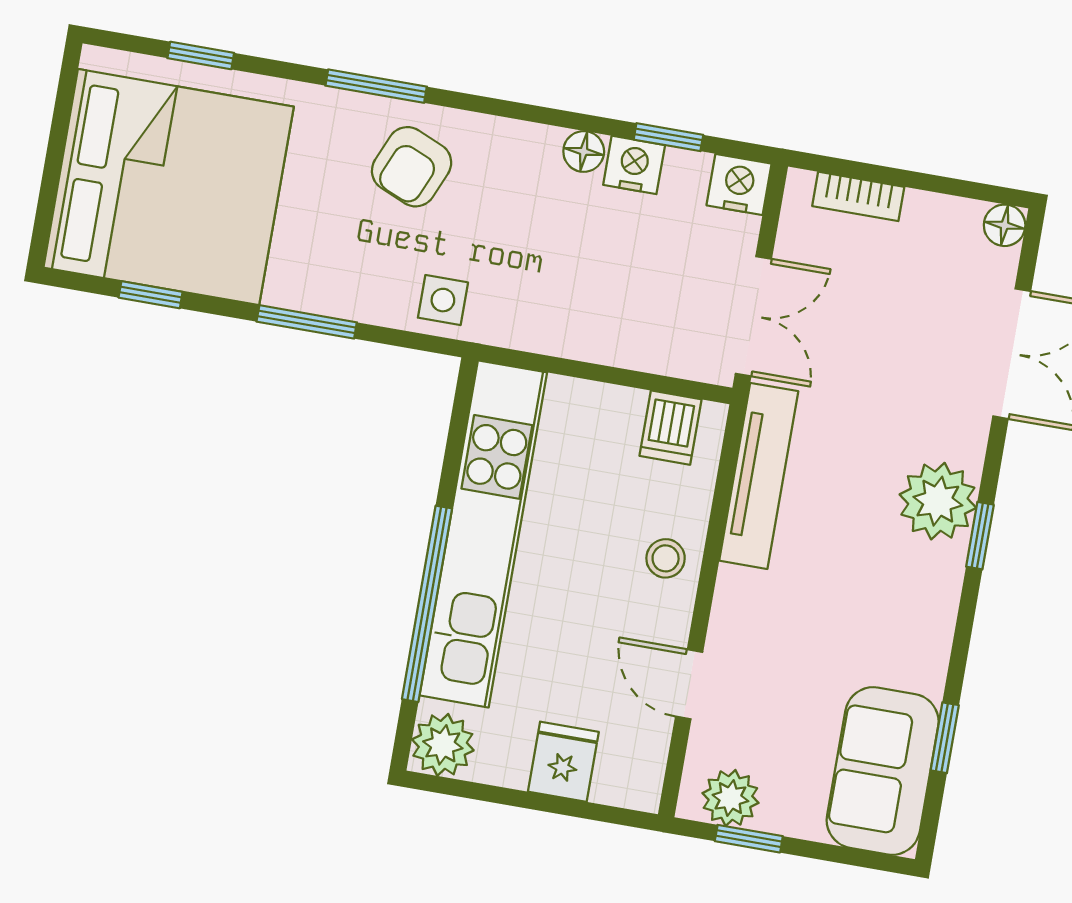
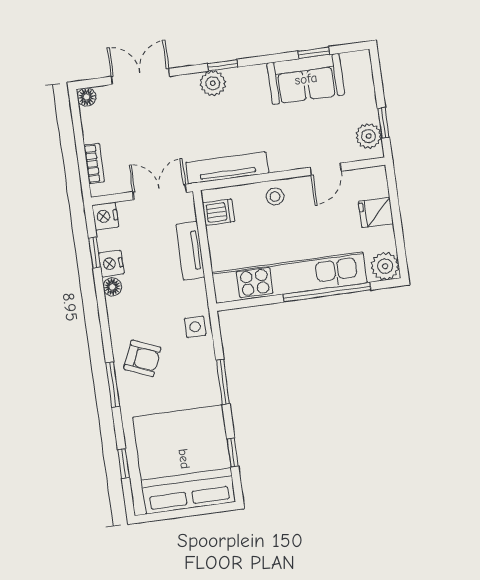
tv unit: (608, 342) -> (190, 251), added
plant: (938, 501) -> (213, 83), width x0.73, depth x0.73
sofa: (883, 771) -> (306, 79), moved

